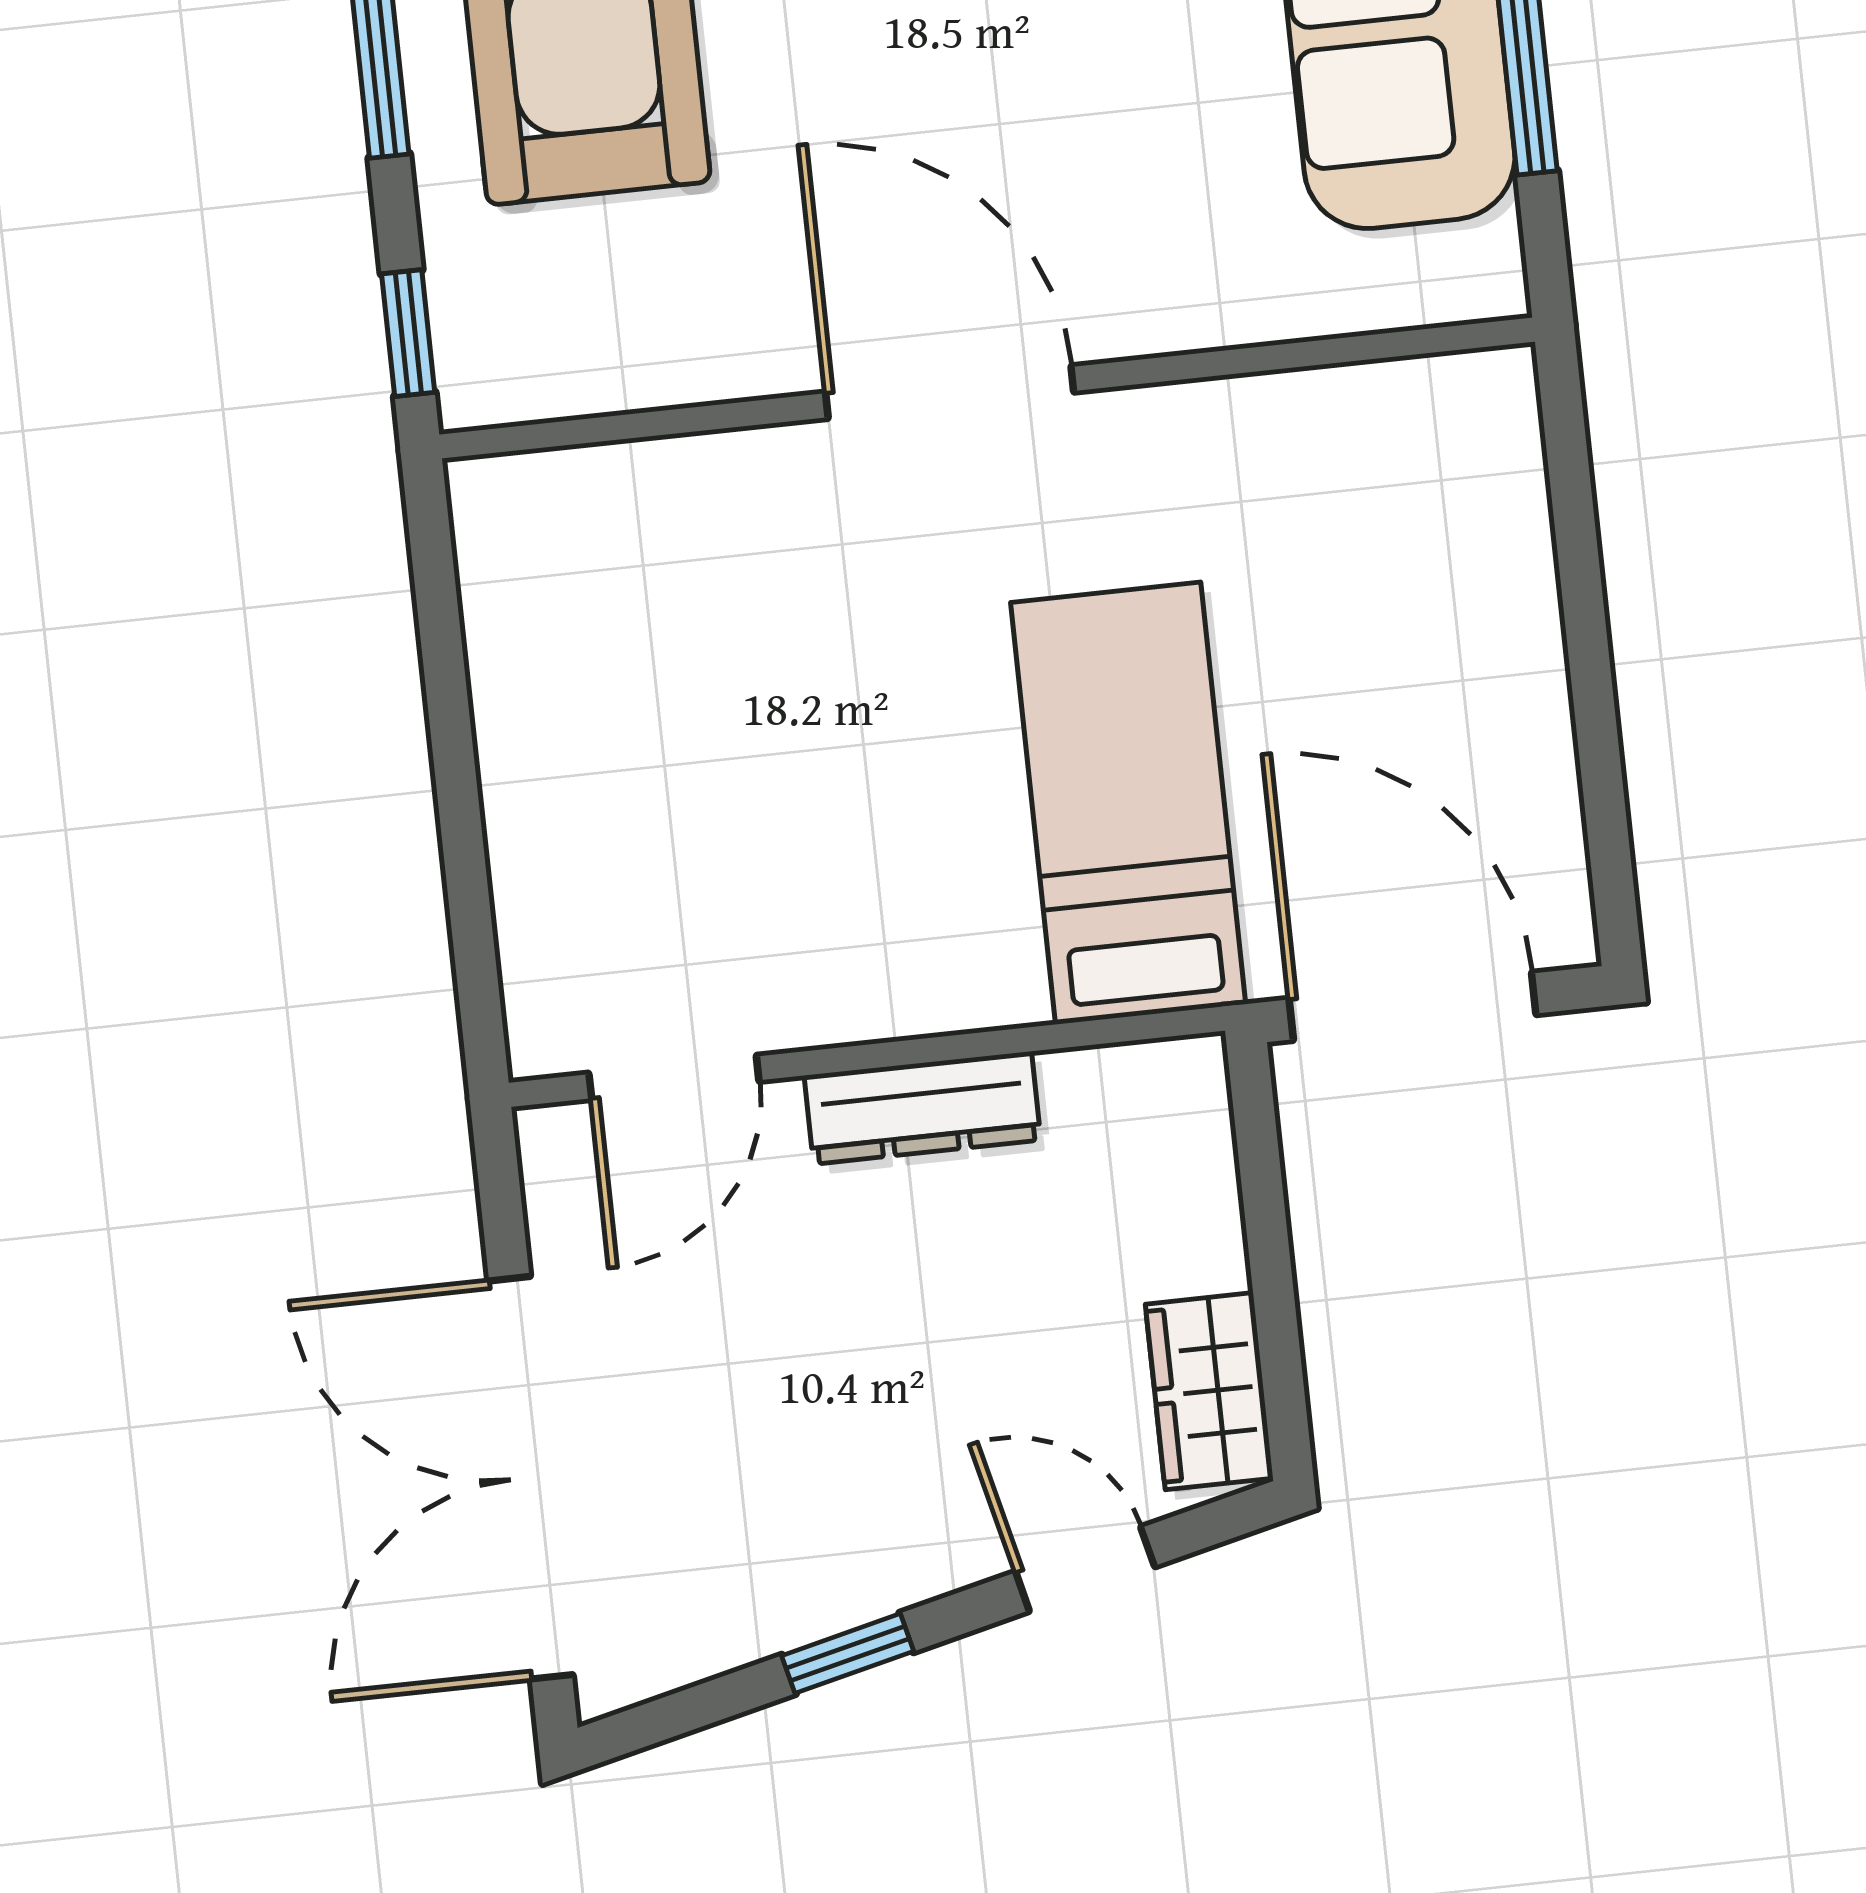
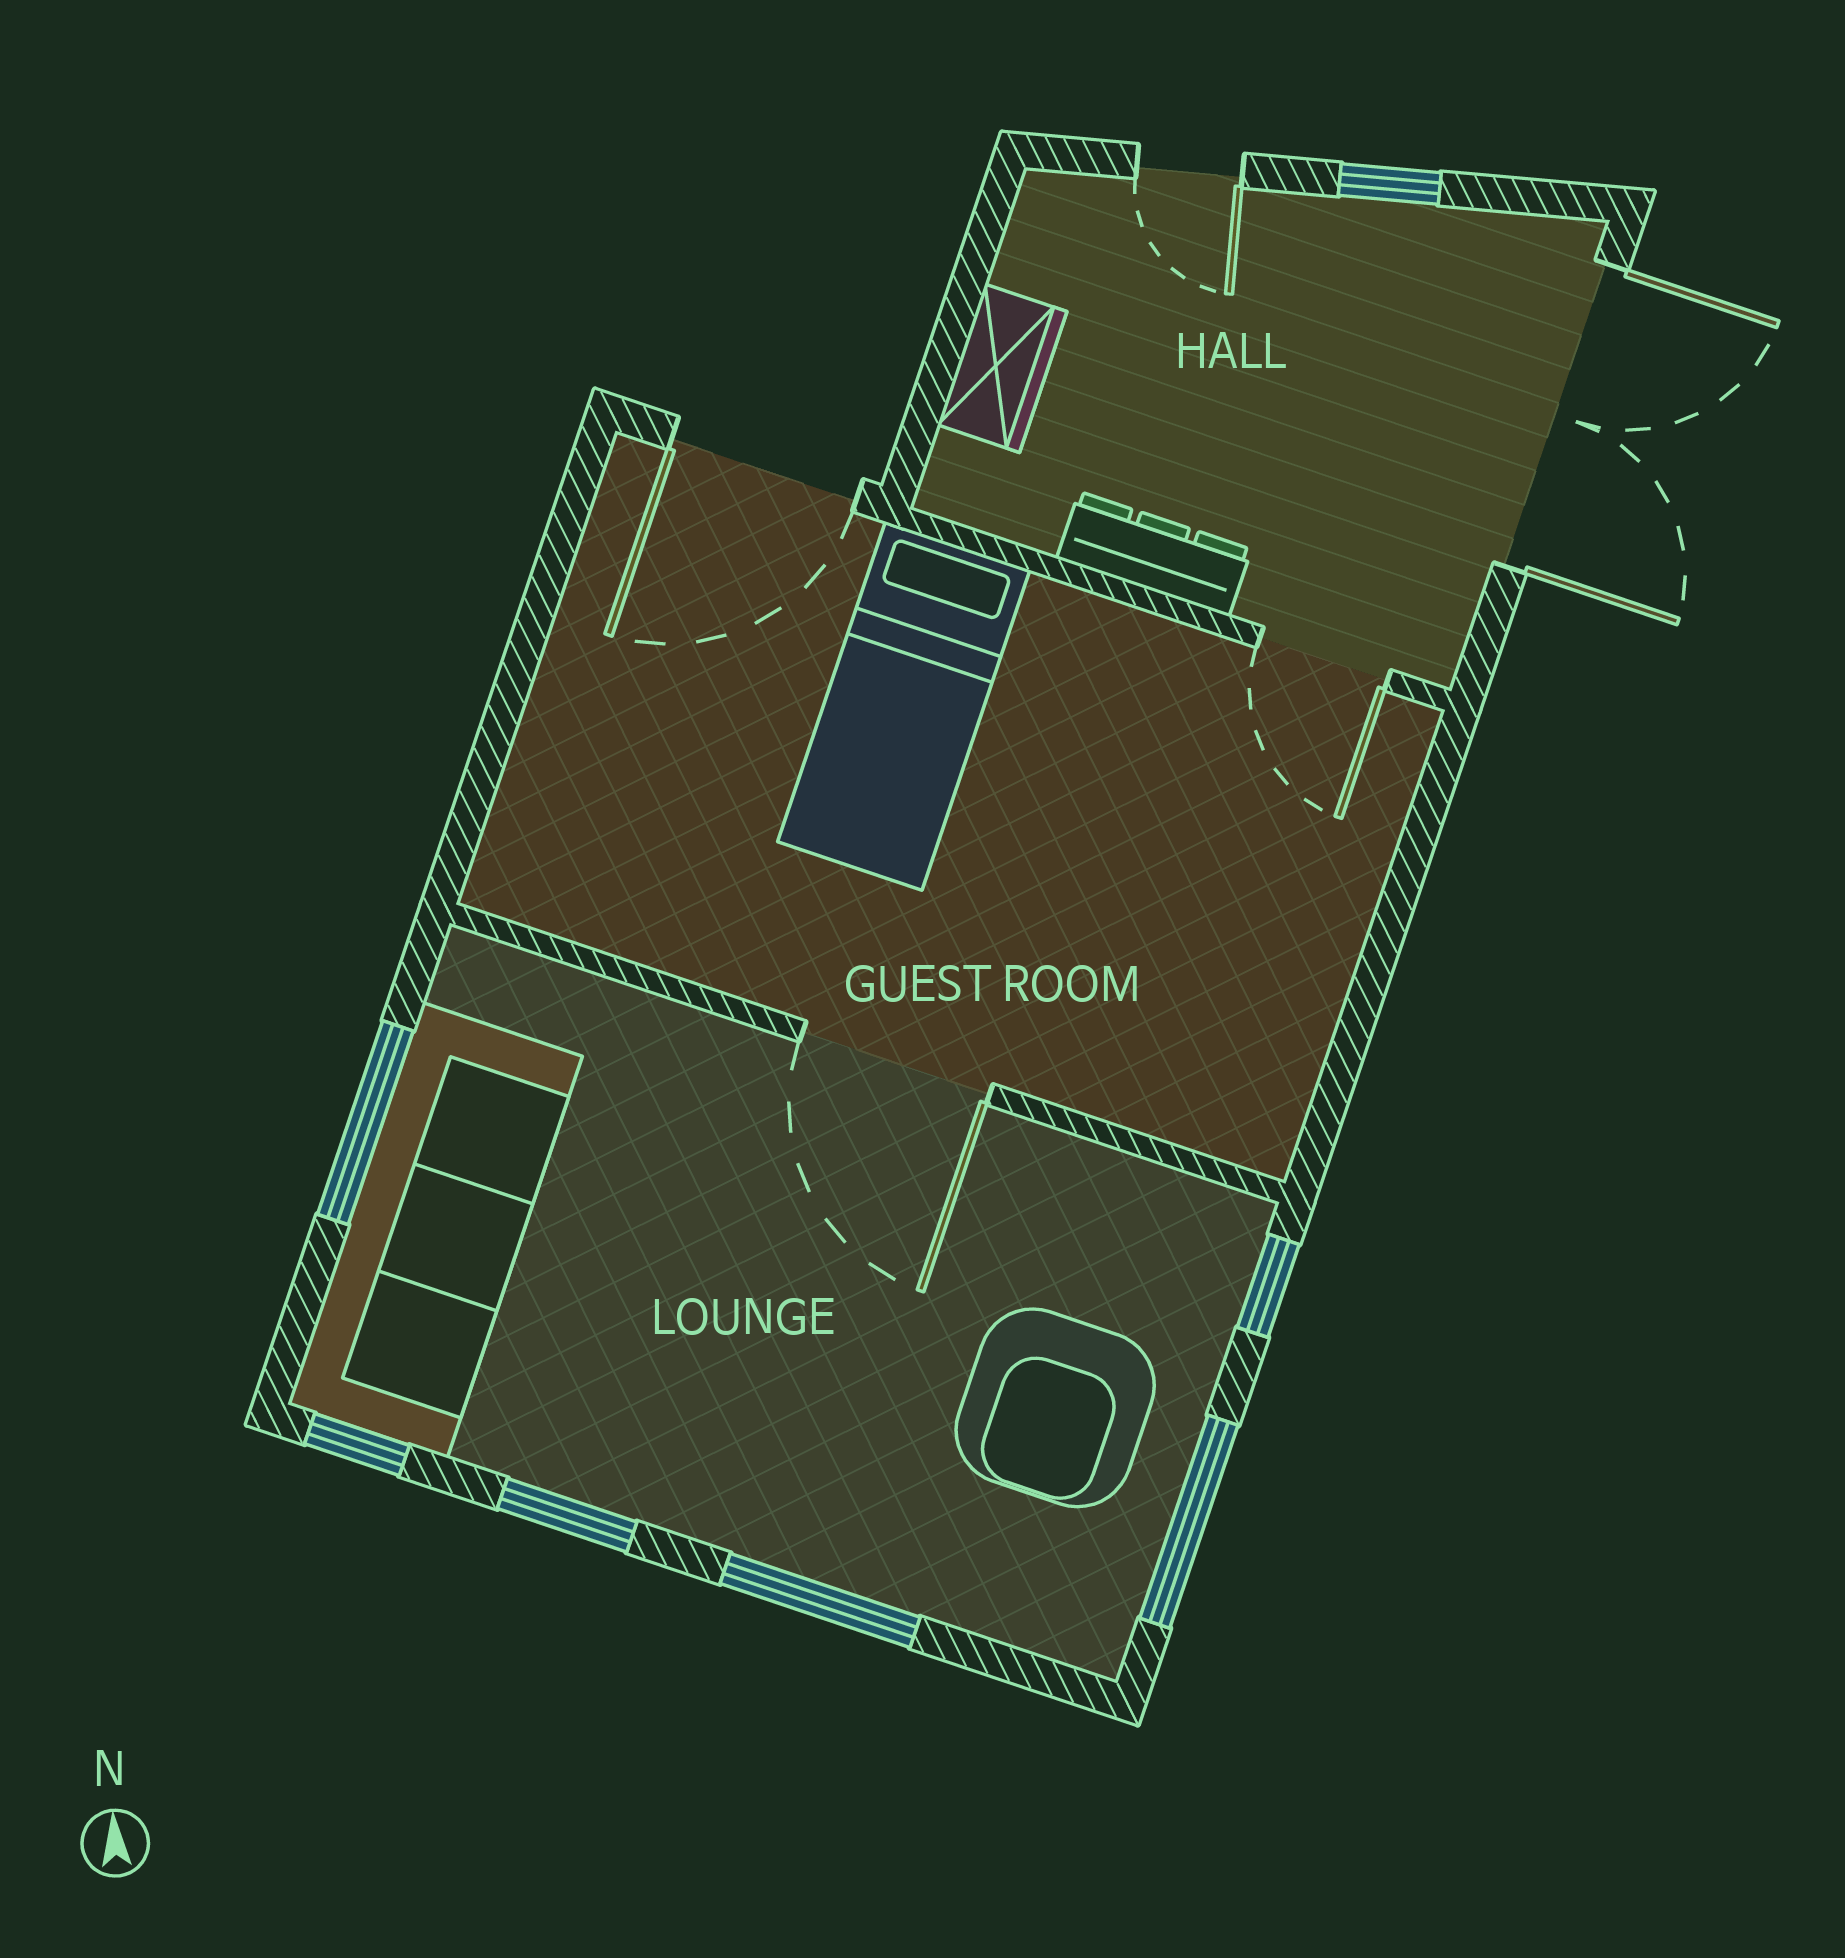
door: (1413, 1006) -> (766, 464), hinge flipped
door: (674, 1077) -> (1324, 659), swing flipped
wardrobe: (1209, 1391) -> (1002, 368), moved

